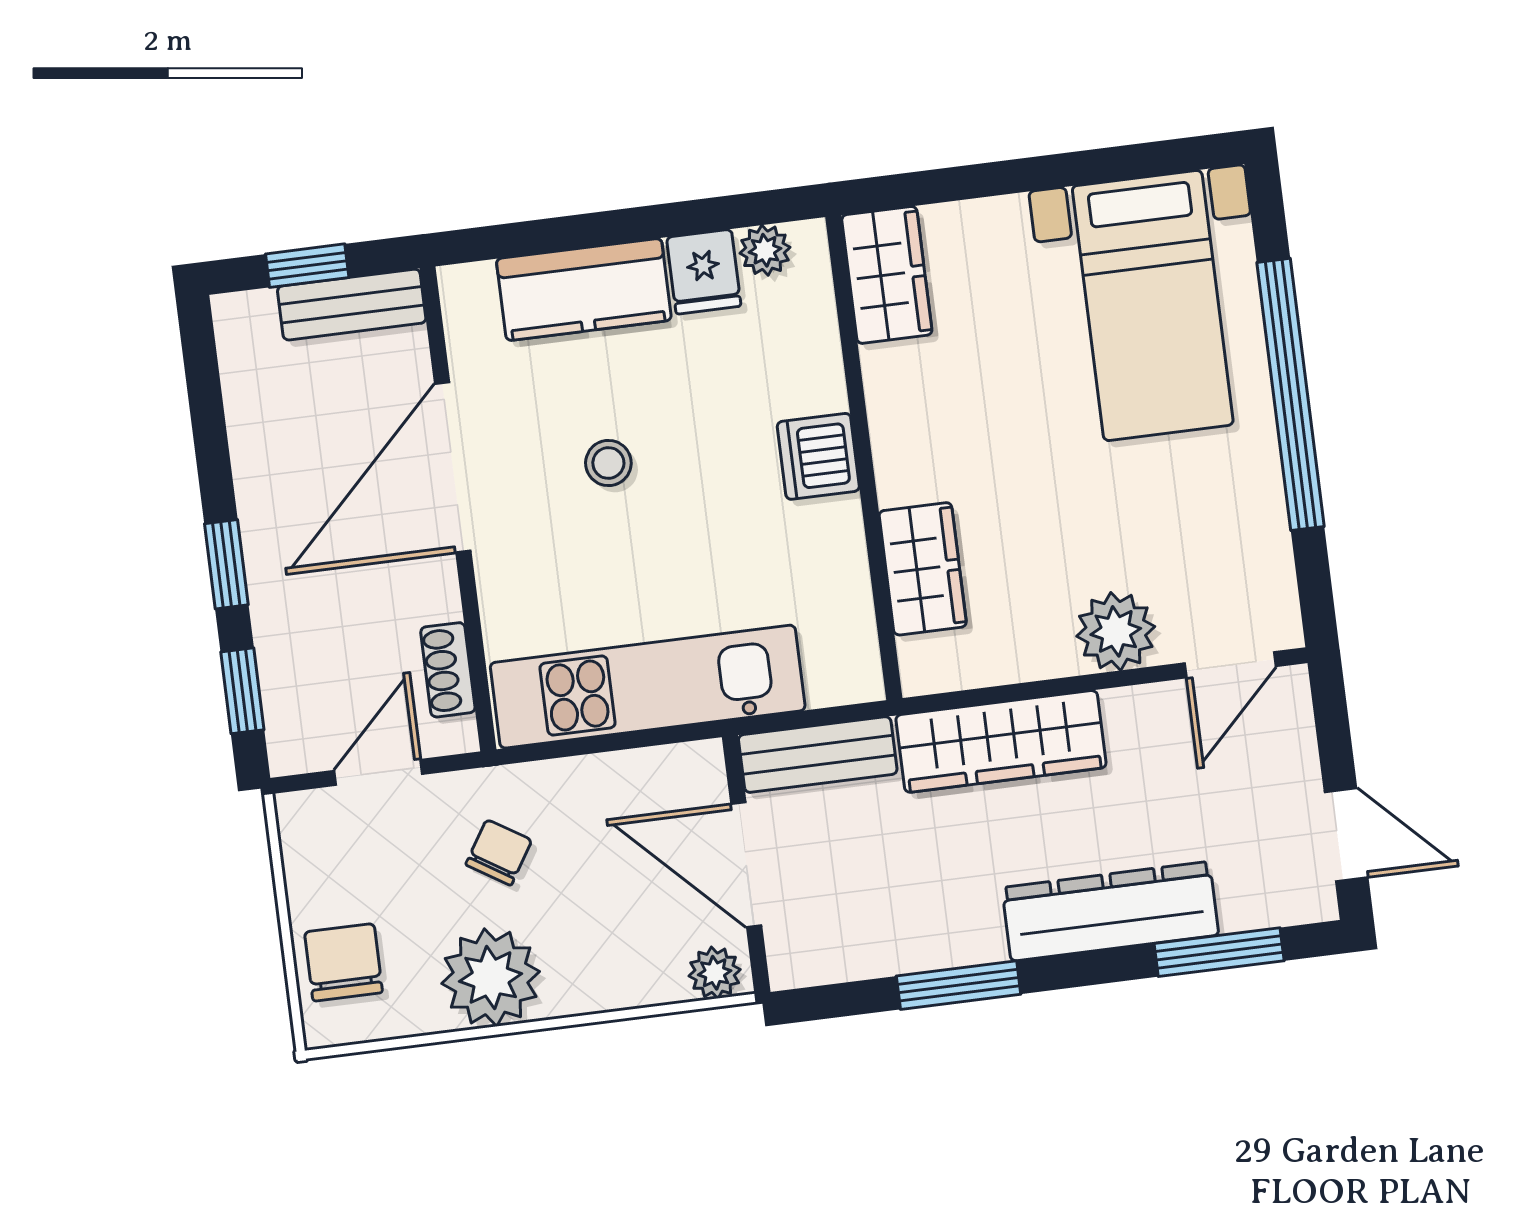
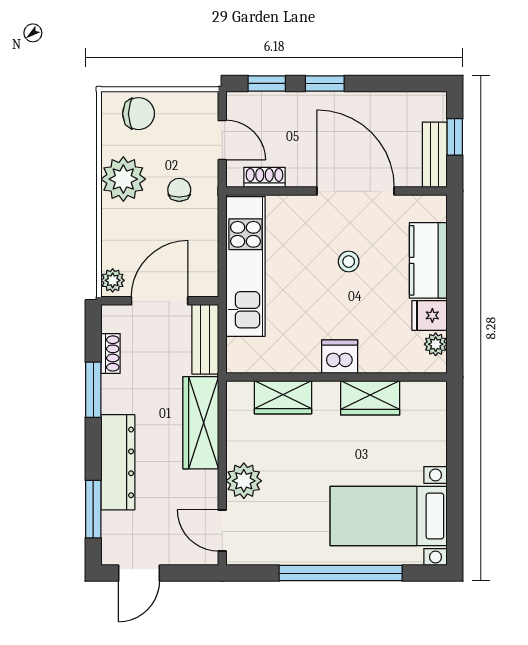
wardrobe: (887, 275) -> (370, 398), moved
chair: (499, 852) -> (179, 190), turned -122
shoe rack: (875, 957) -> (111, 353), added

